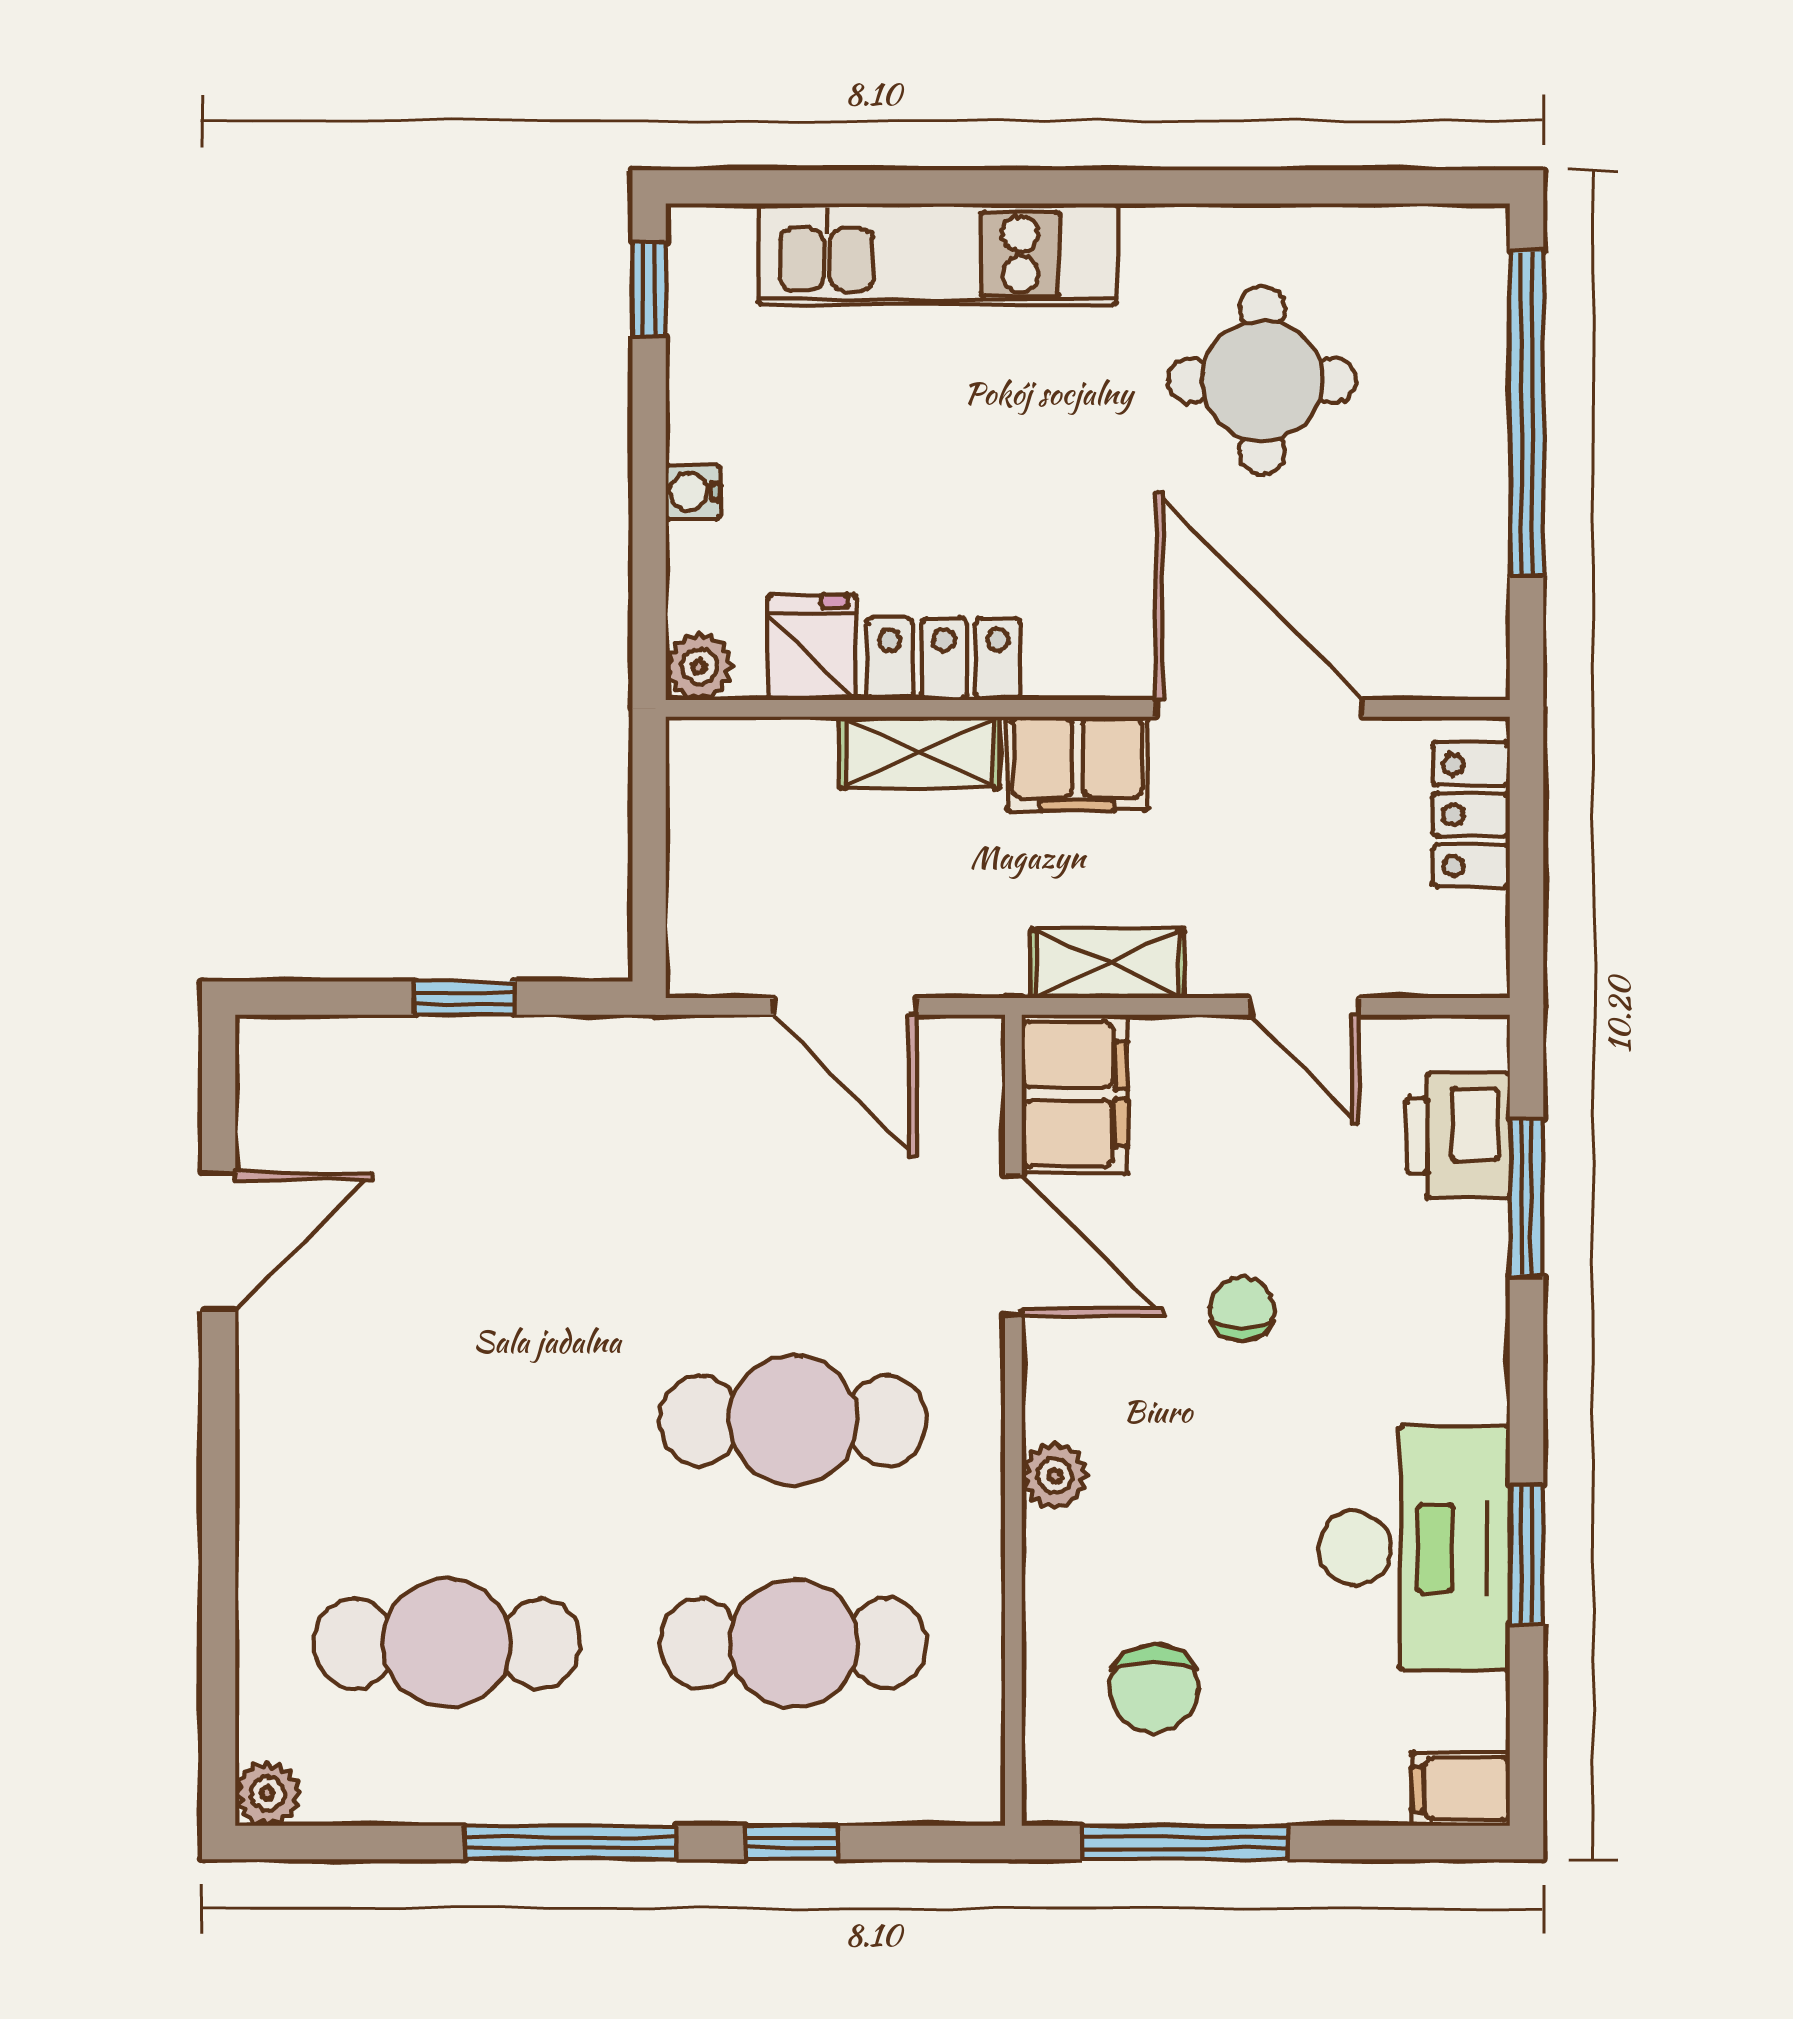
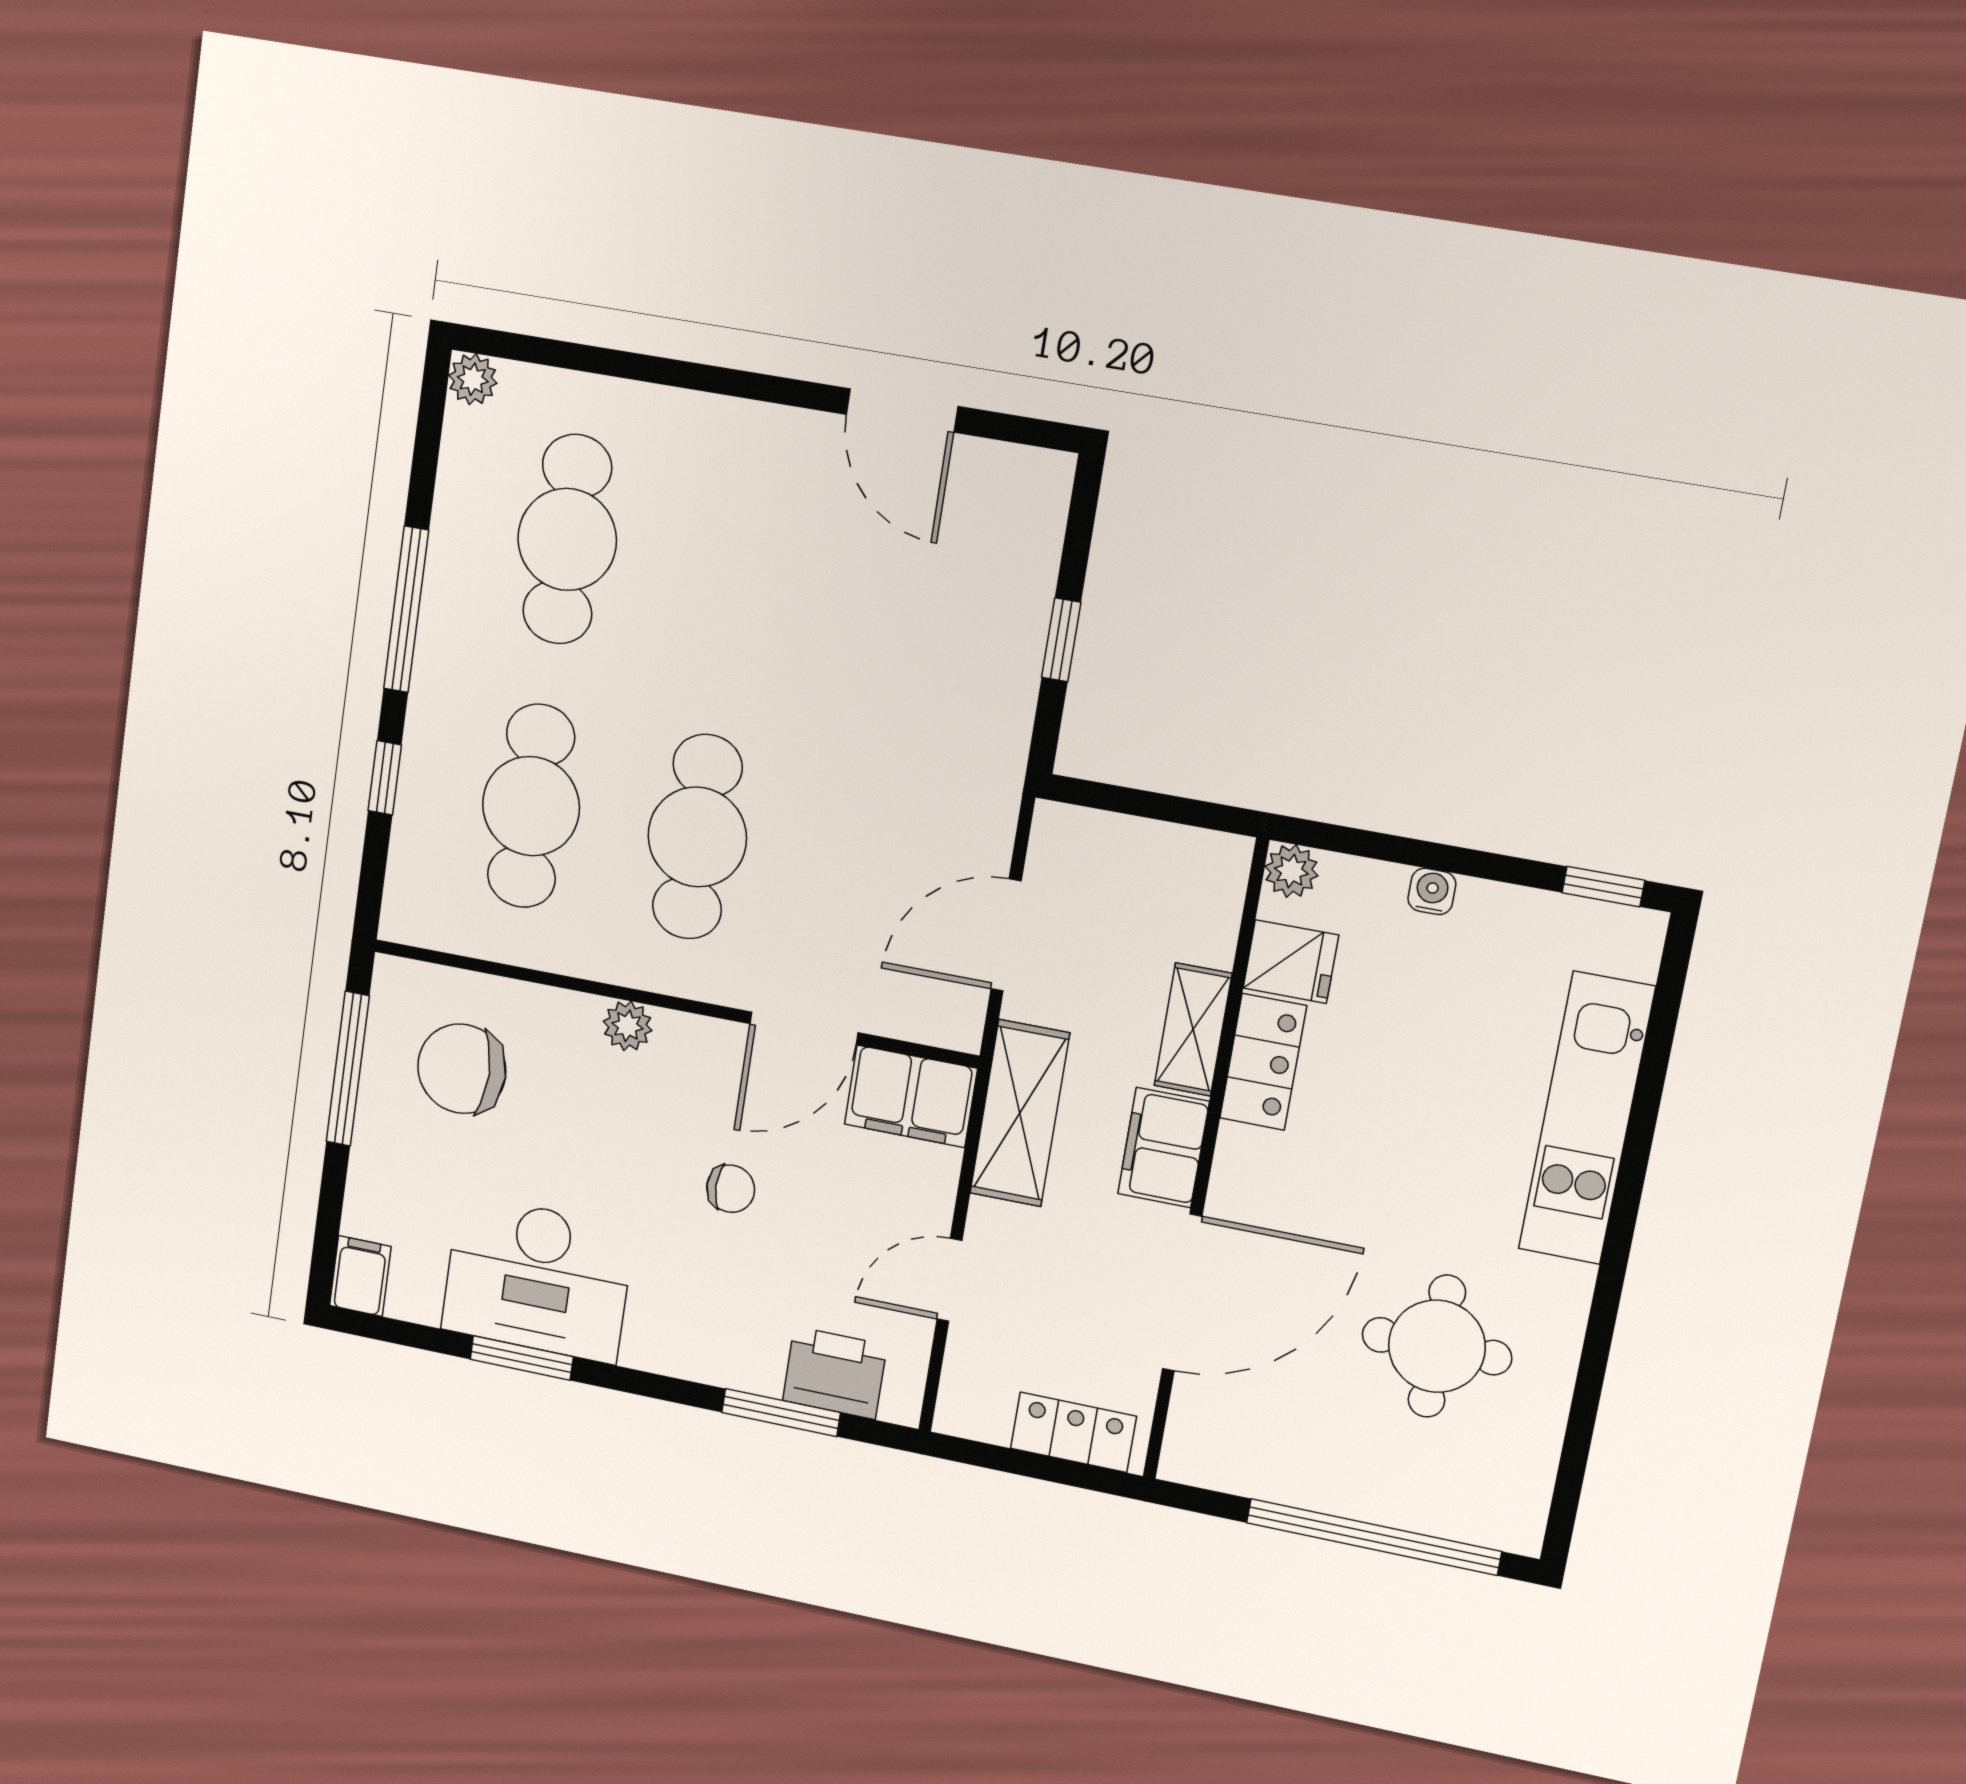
shelving: (1108, 963) -> (1020, 1113), width x1.50, depth x1.33
chair: (1154, 1688) -> (462, 1069), width x1.37, depth x1.37

